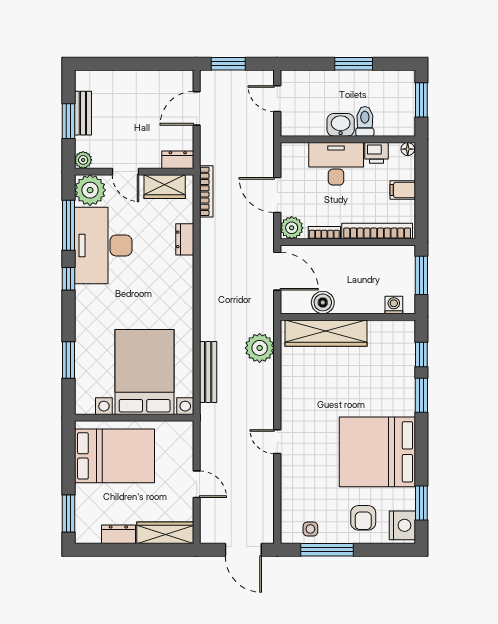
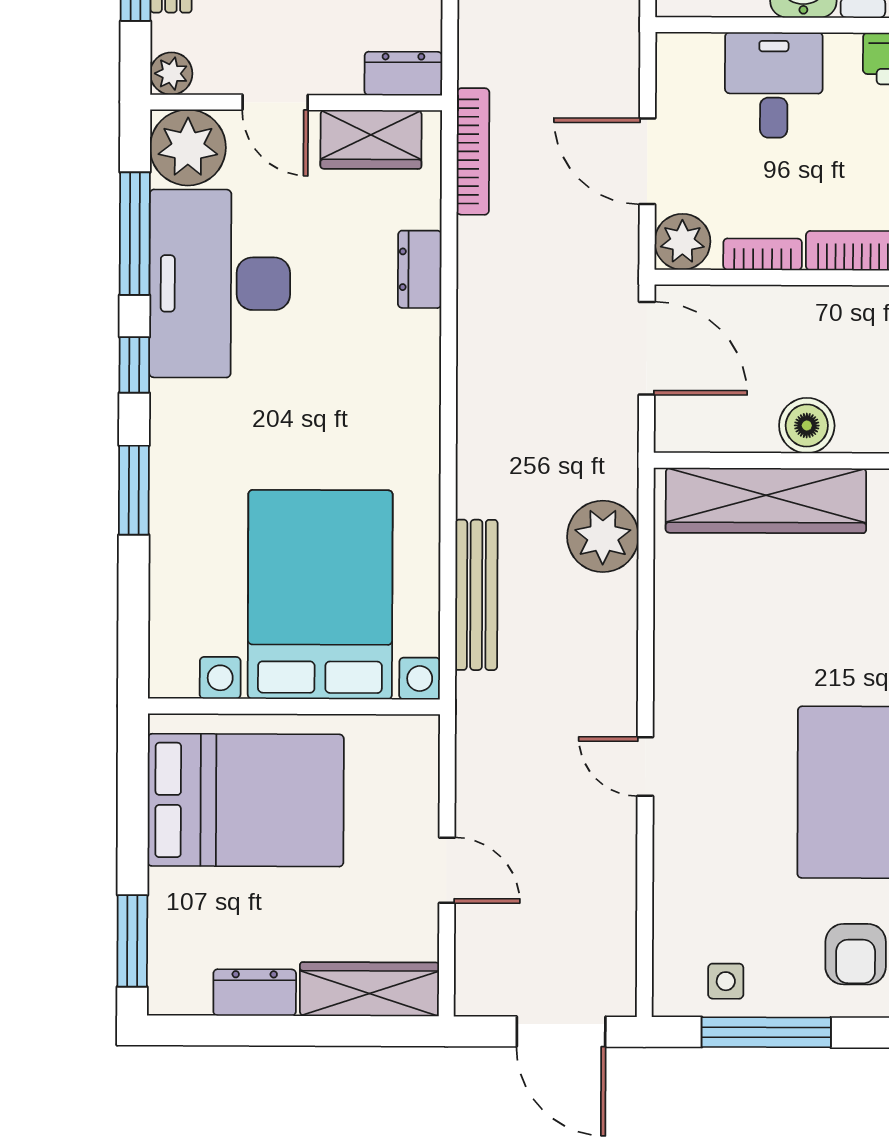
desk: (336, 164) -> (774, 85), width x0.73
boiler: (323, 302) -> (807, 426), moved
window: (68, 360) -> (134, 490), moved

